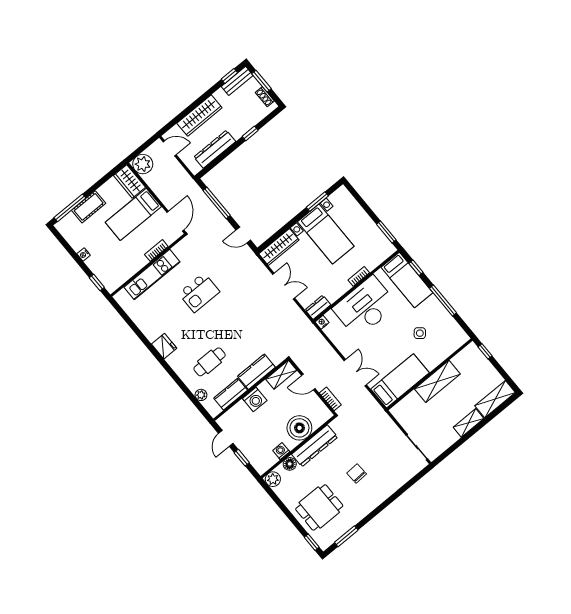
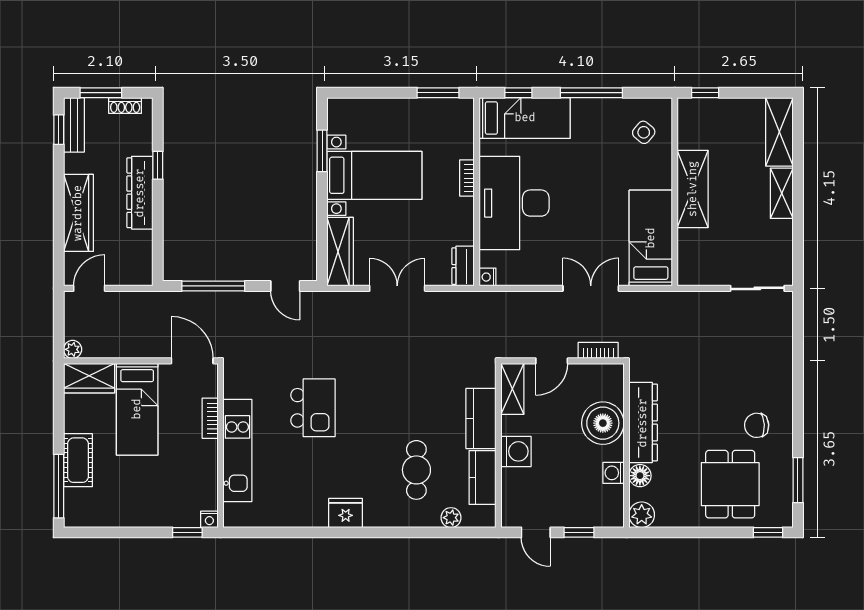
dresser: (215, 149) -> (140, 193), moved
plant: (143, 164) -> (73, 349), width x0.53, depth x0.53
door: (243, 235) -> (285, 286), hinge flipped
nightstand: (84, 255) -> (209, 519), moved
side table: (420, 333) -> (644, 132), moved
chair: (357, 474) -> (757, 425), moved

